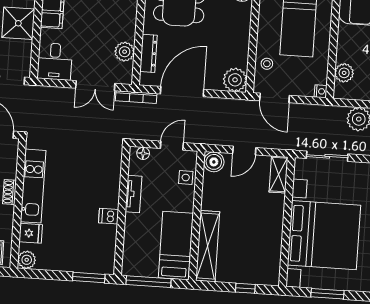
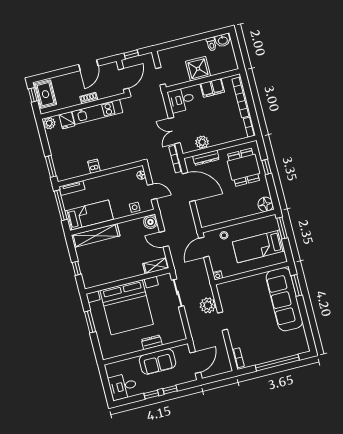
plant: (344, 73) -> (234, 286), removed
plant: (235, 80) -> (207, 218), removed
tv unit: (133, 194) -> (72, 188), moved

